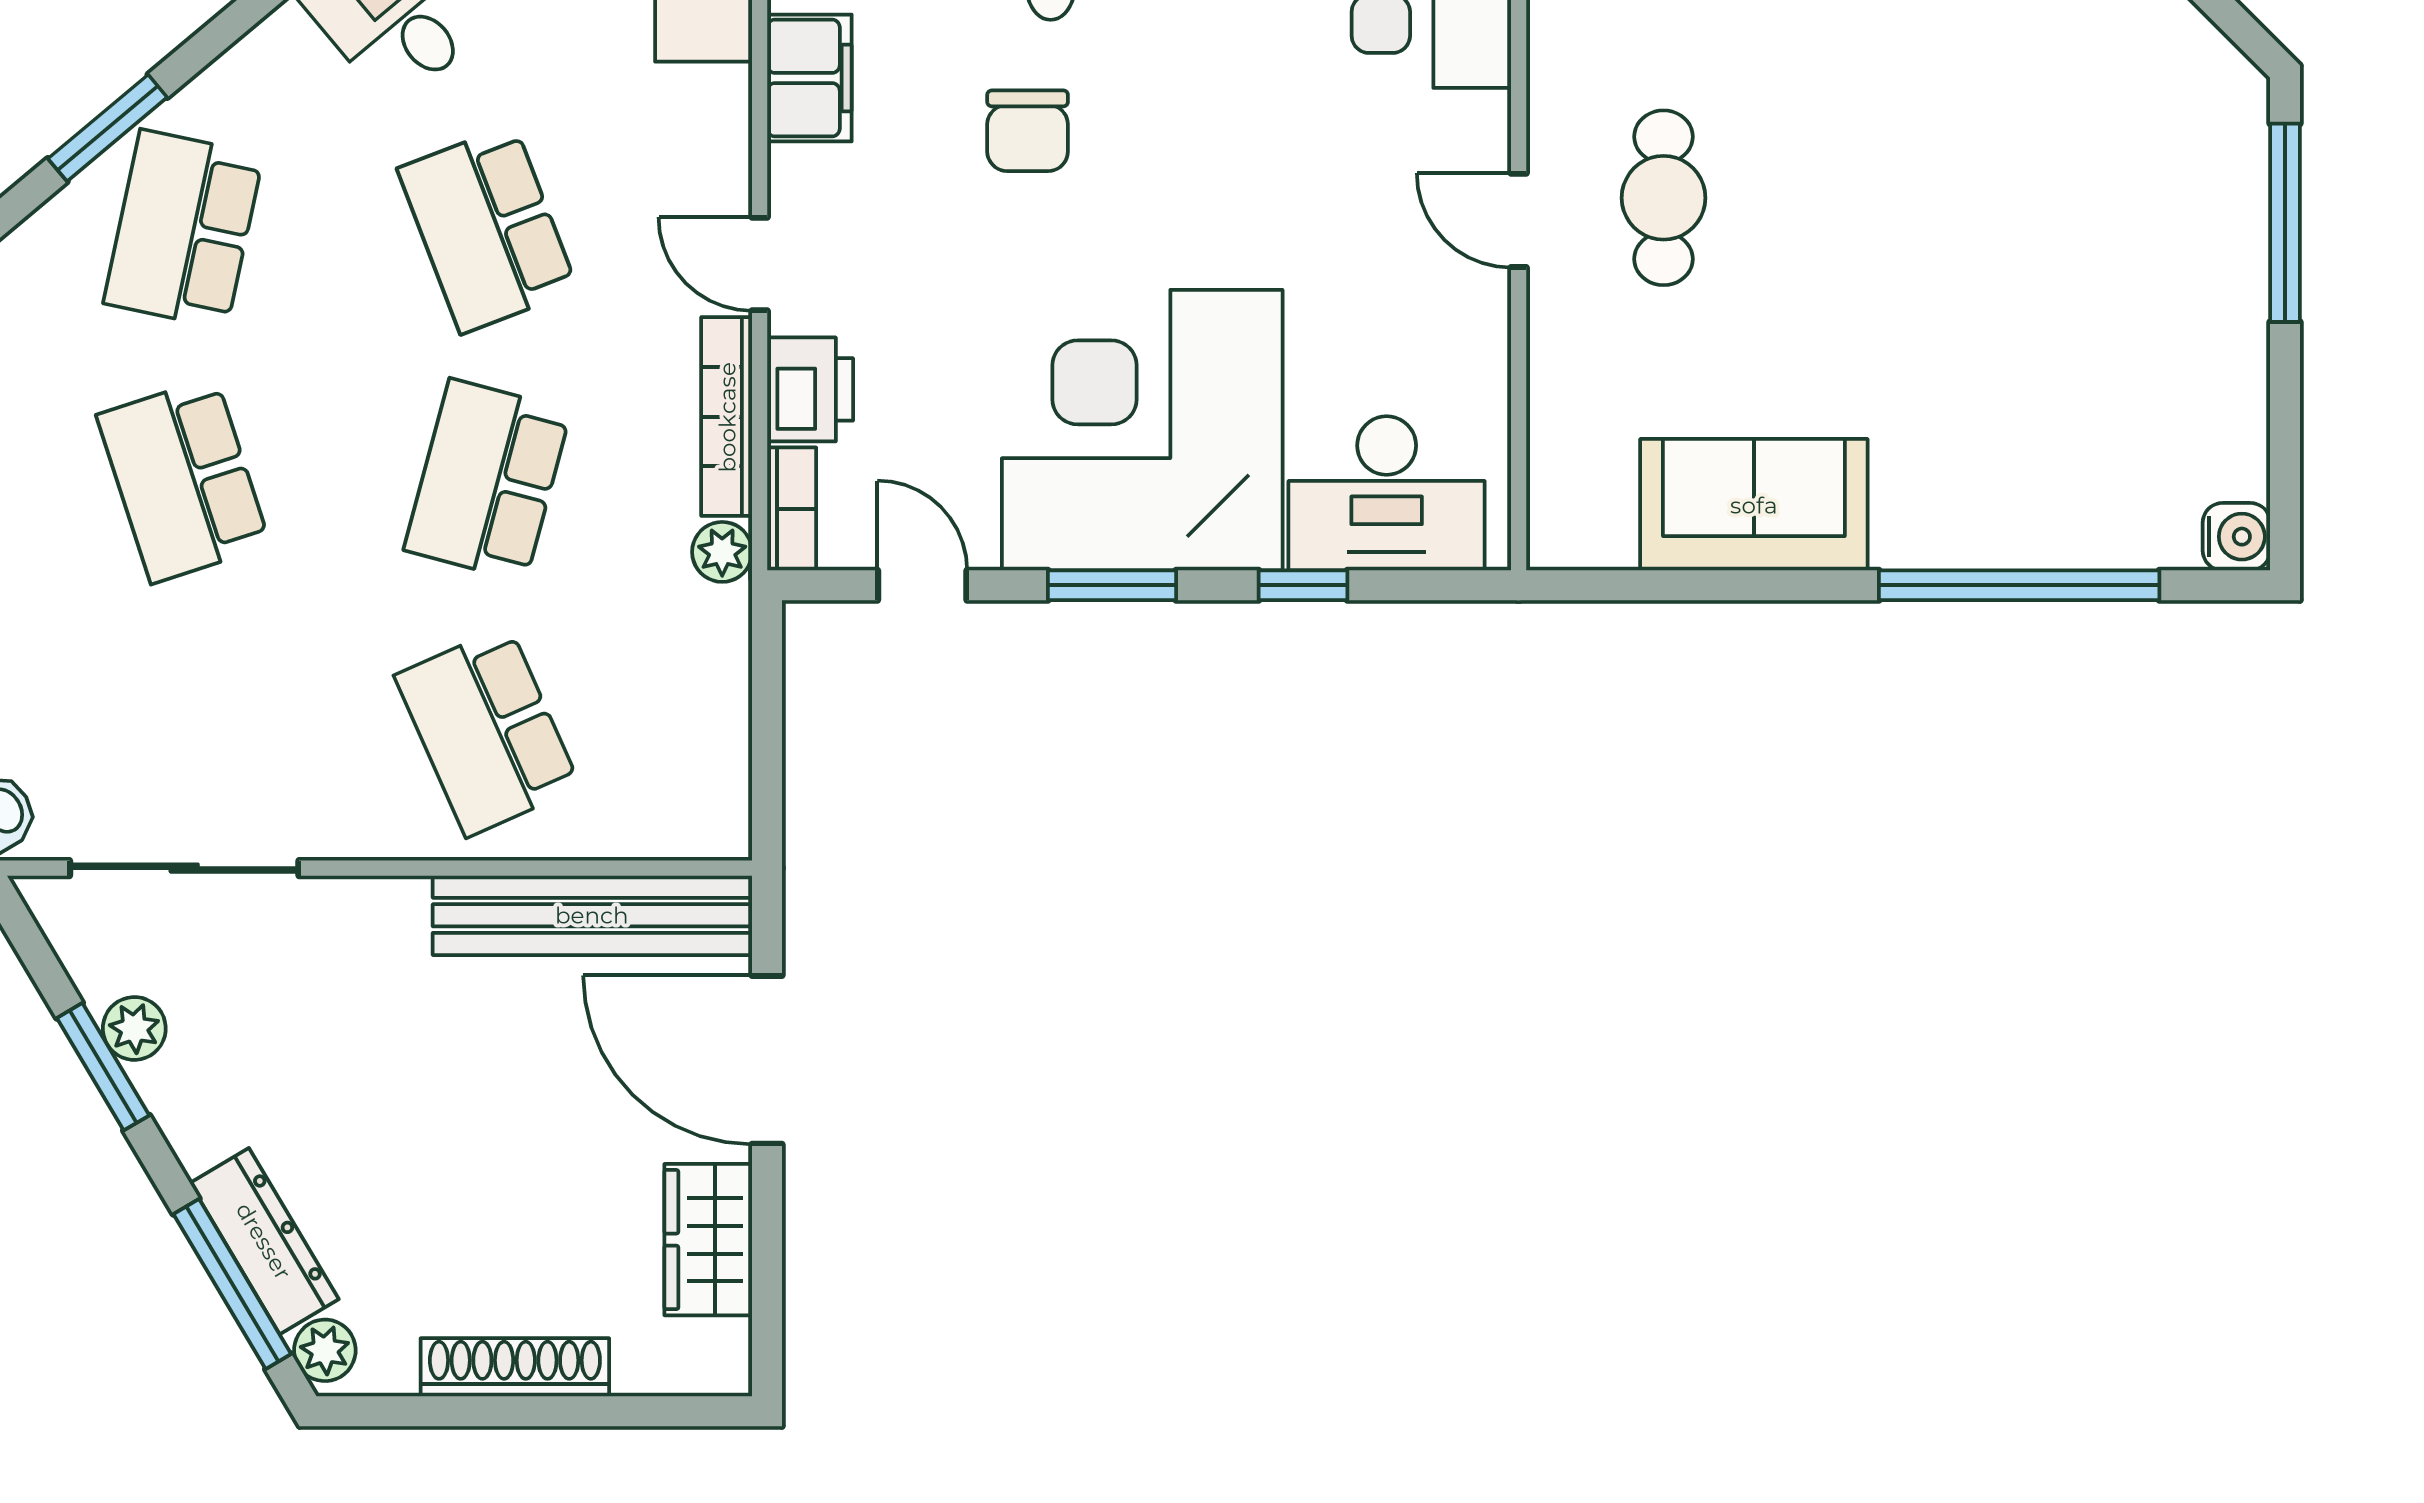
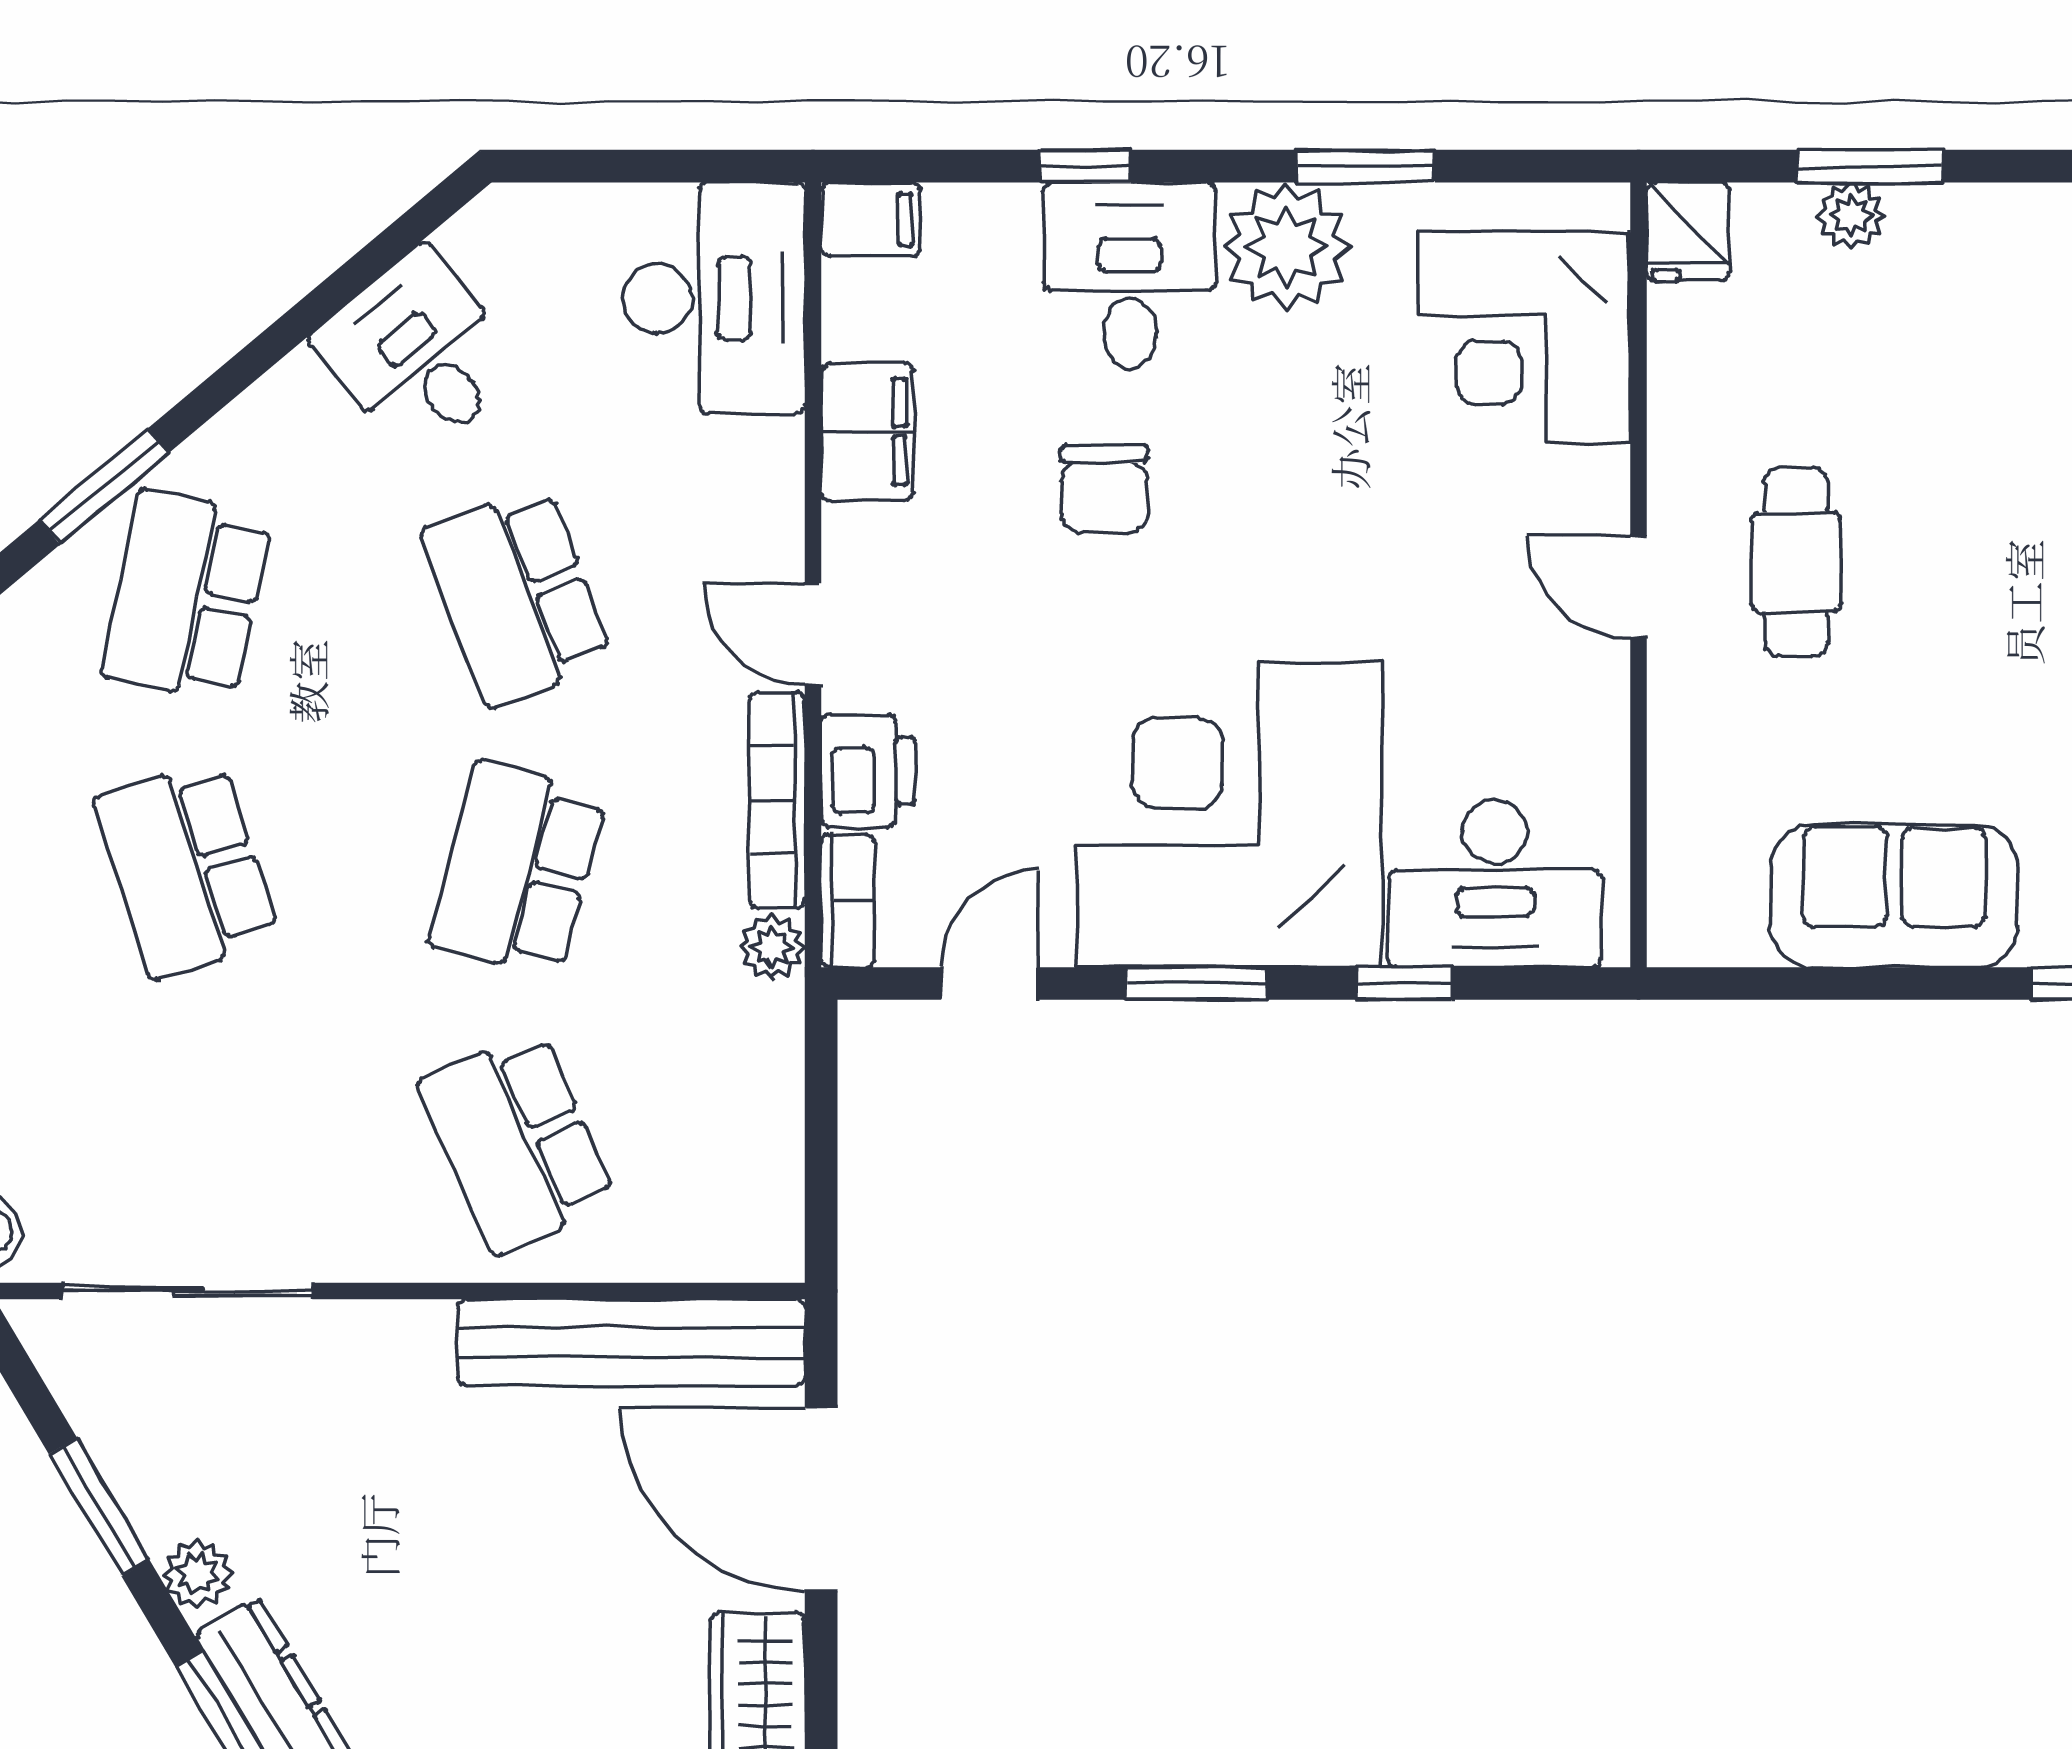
door: (922, 585) -> (990, 983), hinge flipped
plant: (134, 1028) -> (197, 1574), moved

